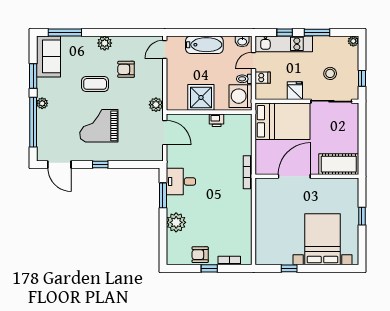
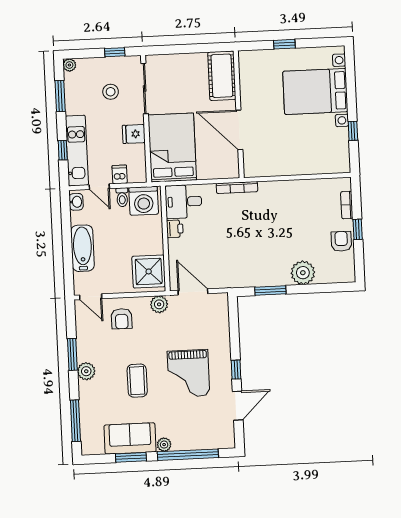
window: (119, 32) -> (72, 354), added
window: (317, 32) -> (60, 96), moved
sofa: (48, 56) -> (130, 438), moved
armchair: (126, 69) -> (122, 319), moved
shower: (201, 97) -> (149, 271), moved
door: (165, 133) -> (193, 292), hinge flipped
door: (59, 164) -> (238, 406), moved
desk: (181, 181) -> (183, 202), moved, turned 90
armchair: (200, 255) -> (341, 241), turned 180

